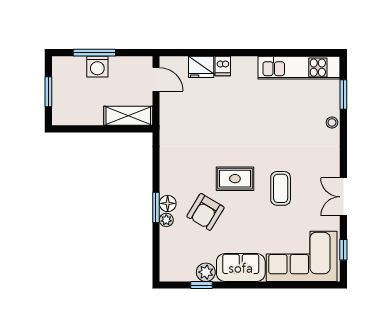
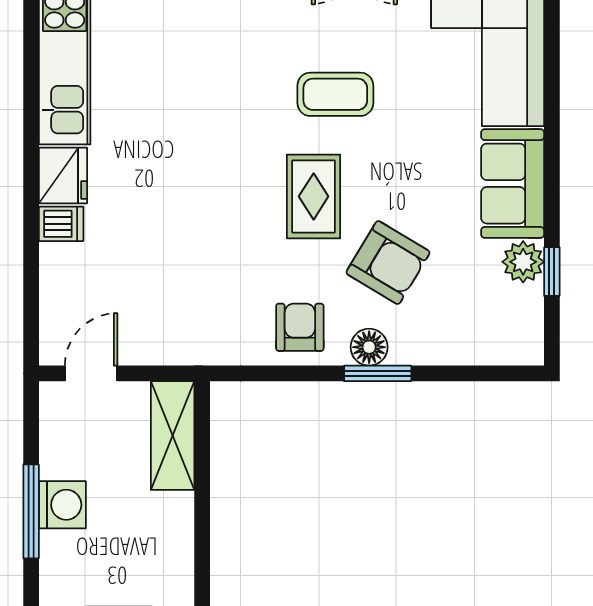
fridge: (201, 67) -> (63, 176), moved
armchair: (177, 173) -> (300, 327), added
plant: (166, 220) -> (406, 350), removed

